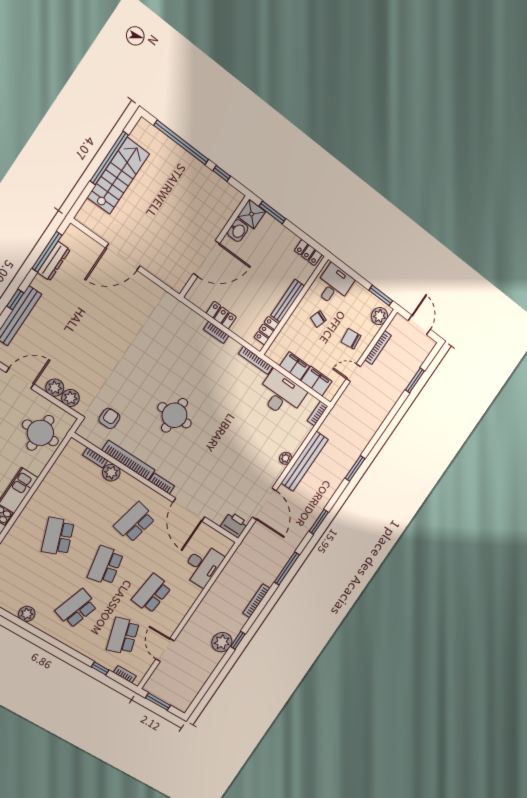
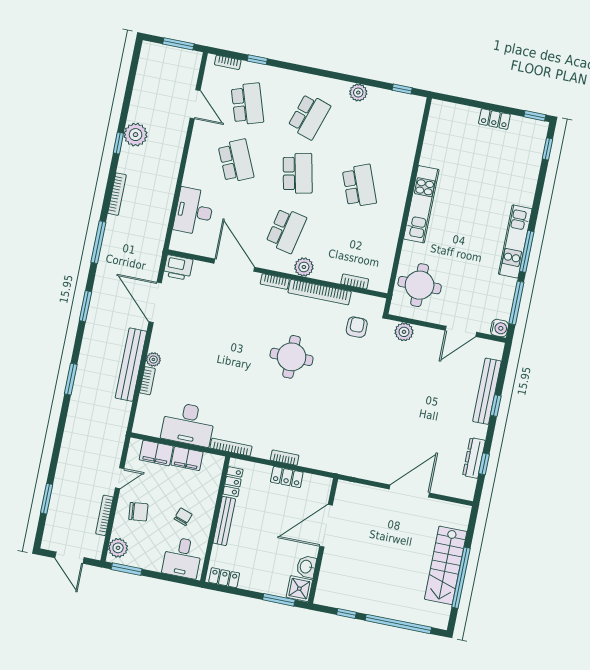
window: (47, 252) -> (484, 464), width x0.46
plant: (55, 388) -> (424, 336), removed
bookcase: (318, 413) -> (147, 381), moved
armchair: (109, 418) -> (357, 327), turned 180
plant: (111, 473) -> (304, 267), moved
school desk: (152, 594) -> (236, 161), turned -30

